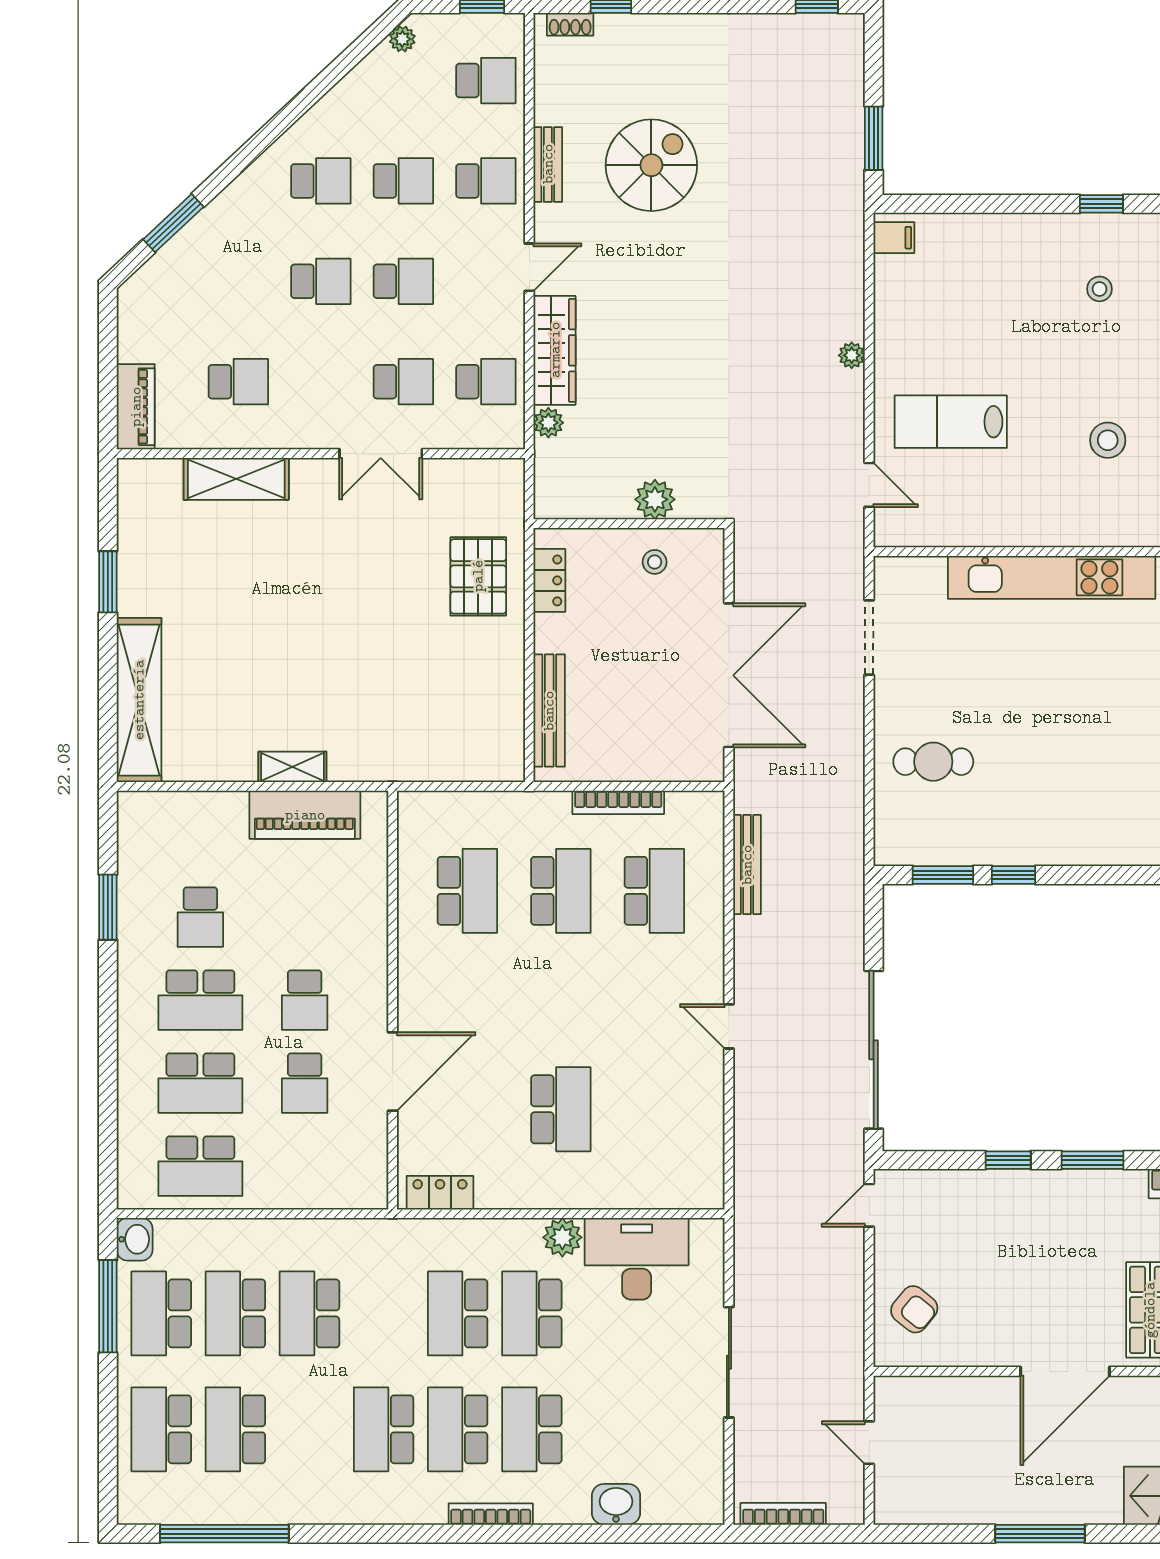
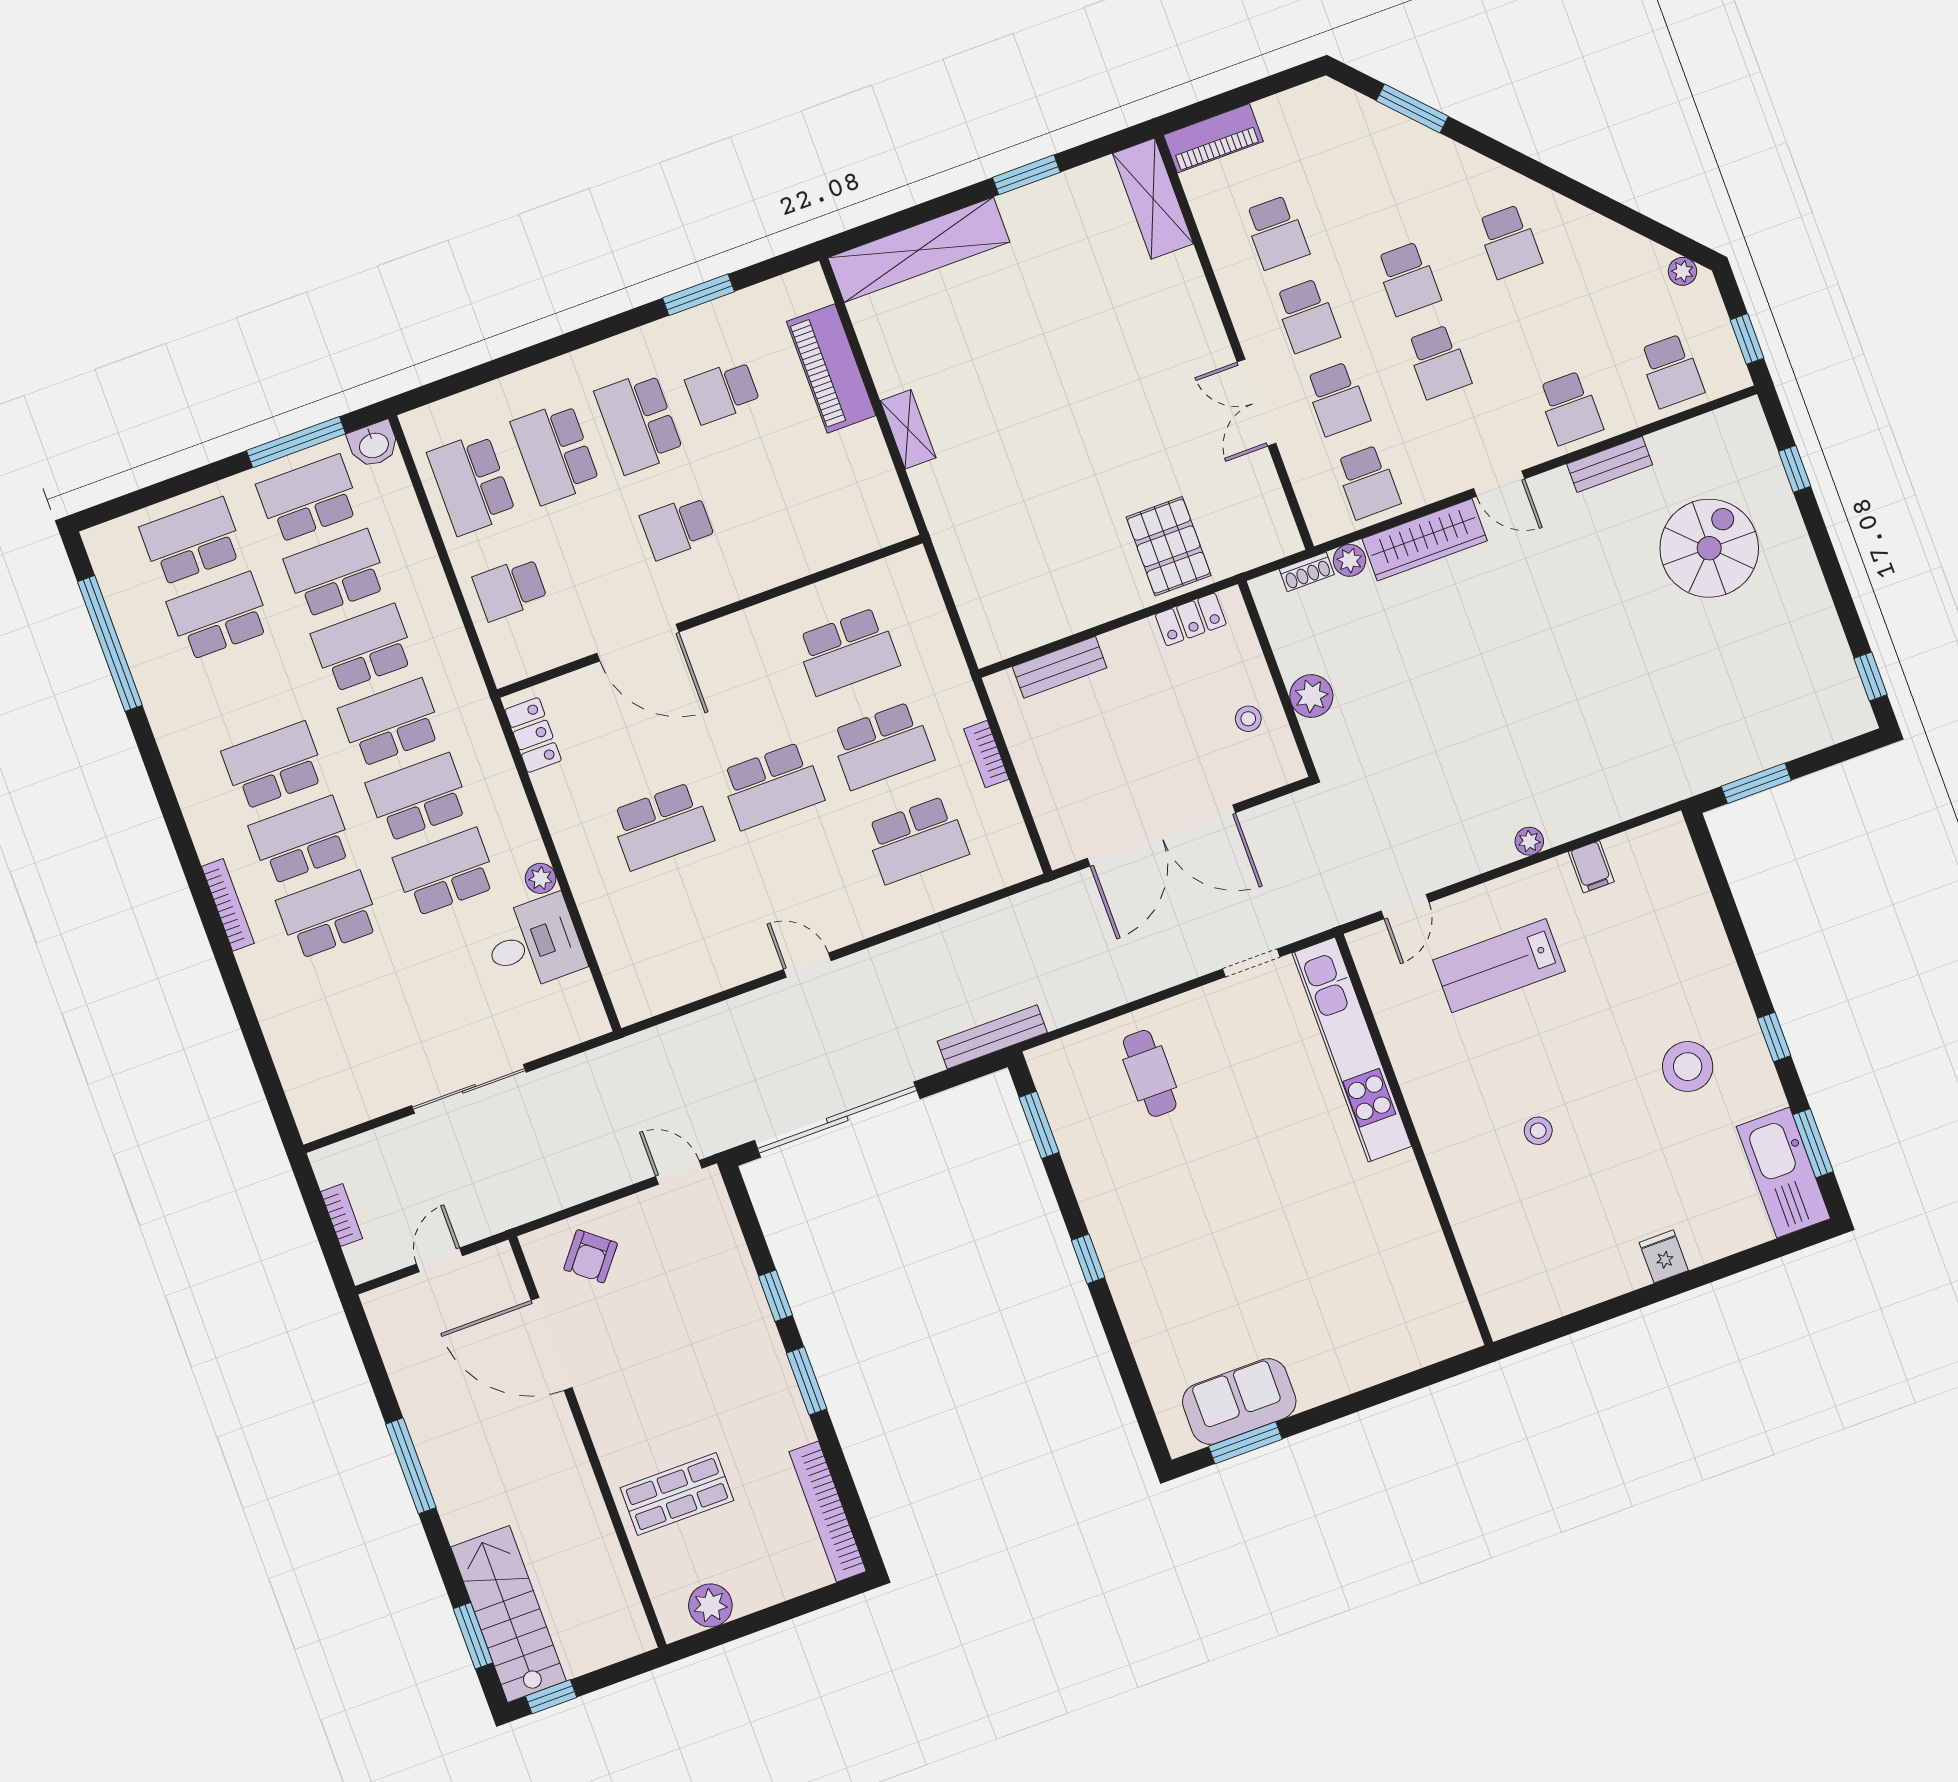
shoe rack: (570, 24) -> (1307, 572), moved, turned -90
spiral stairs: (651, 165) -> (1709, 548), moved, turned -90
school desk: (403, 181) -> (1307, 316), moved
filing cabinet: (894, 238) -> (1591, 867), moved
stool: (1099, 289) -> (1688, 1067), width x1.89, depth x1.89
lab bench: (951, 422) -> (1499, 966), turned -90
stool: (1108, 440) -> (1538, 1131), width x0.73, depth x0.73
shelving: (236, 479) -> (1153, 199), moved
pallet: (478, 576) -> (1169, 546), turned 90
kitchen unit: (1052, 577) -> (1352, 1050), moved
doorway: (869, 637) -> (1251, 963), width x0.73
bench: (549, 711) -> (1060, 667), width x0.73
bookcase: (618, 802) -> (986, 754), width x0.64
piano: (305, 815) -> (831, 368), moved
bench: (747, 865) -> (992, 1037), moved
window: (1013, 875) -> (1088, 1259), moved
school desk: (561, 1000) -> (772, 786), added
door: (729, 1026) -> (807, 965), hinge flipped
school desk: (305, 1083) -> (510, 589), moved
plant: (562, 1237) -> (541, 878), width x0.73, depth x0.73
desk: (637, 1259) -> (534, 943), width x0.73
school desk: (384, 1313) -> (391, 723), added
door: (1065, 1371) -> (552, 1344), moved
washbasin: (616, 1504) -> (284, 1028), removed
bookcase: (783, 1514) -> (342, 1215), width x0.64

